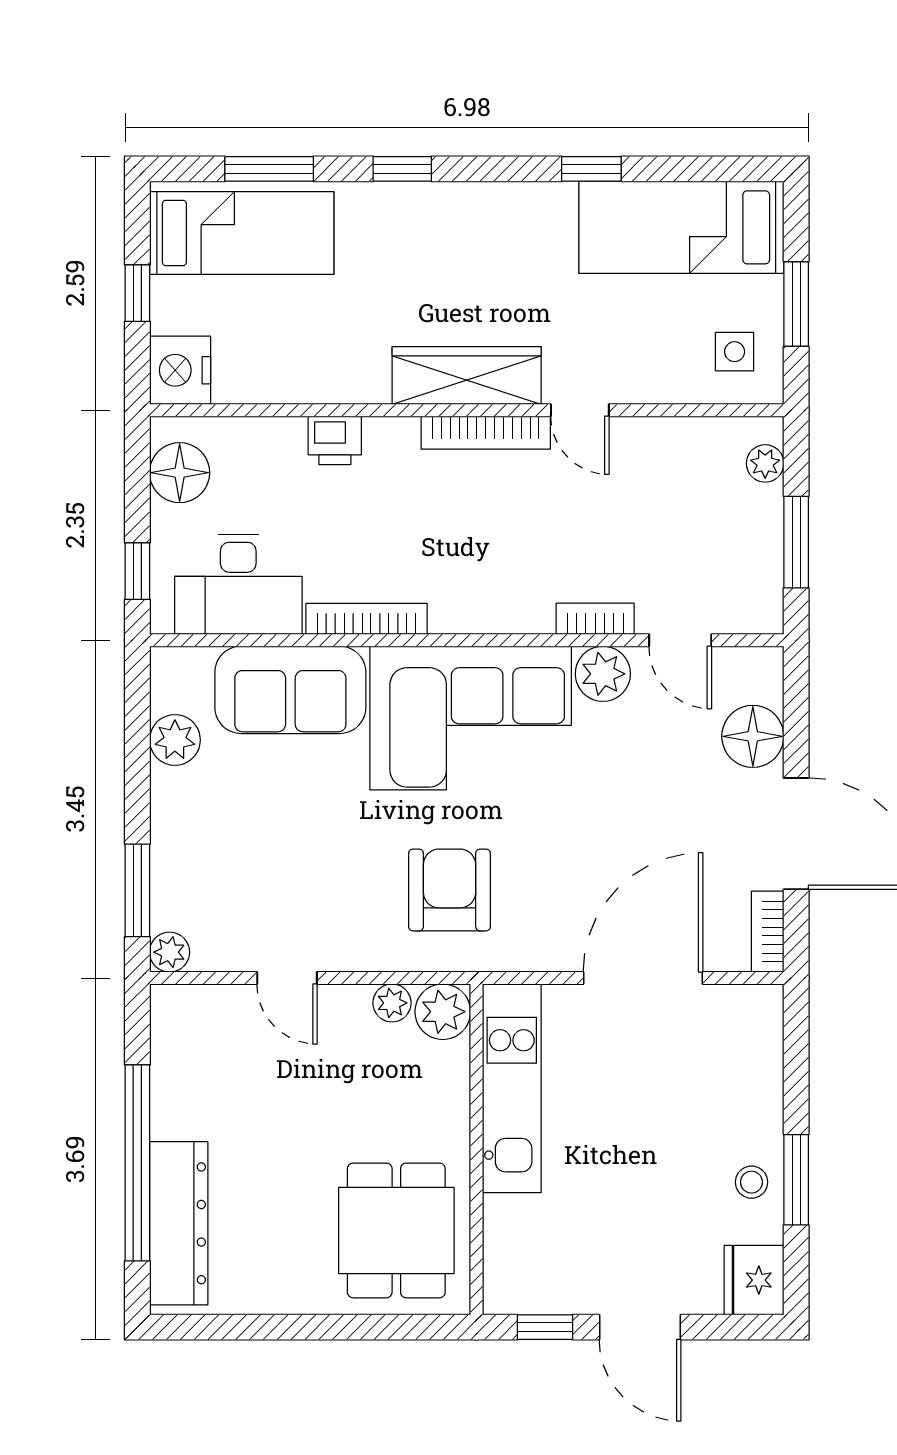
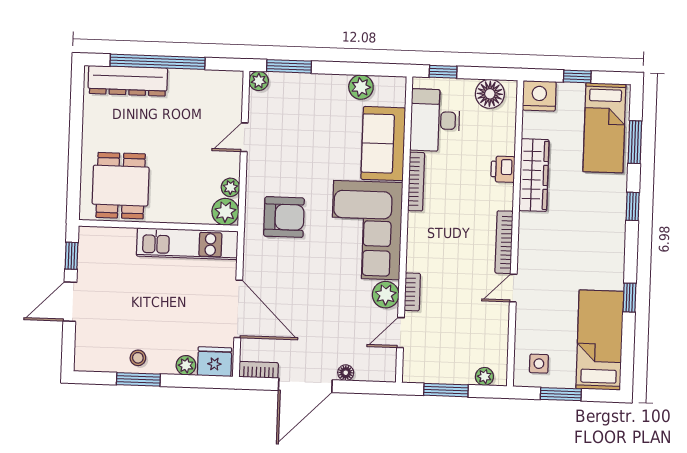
wardrobe: (467, 376) -> (534, 175), moved
floor lamp: (753, 736) -> (346, 373), width x0.53, depth x0.53
plant: (764, 1082) -> (186, 365), added
dining table: (396, 1230) -> (121, 186), turned 90
fridge: (754, 1280) -> (214, 362), moved

